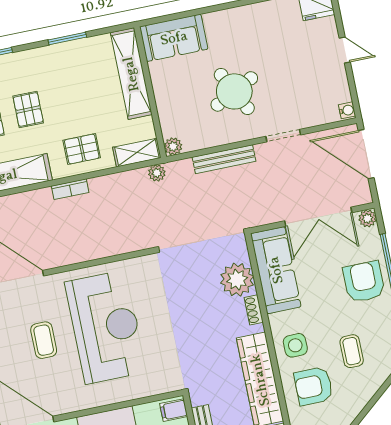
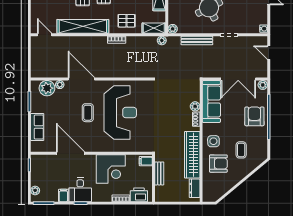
door: (366, 154) -> (269, 53), width x0.53
plant: (237, 280) -> (195, 106), width x0.53, depth x0.53
armchair: (314, 386) -> (218, 164), turned 180

